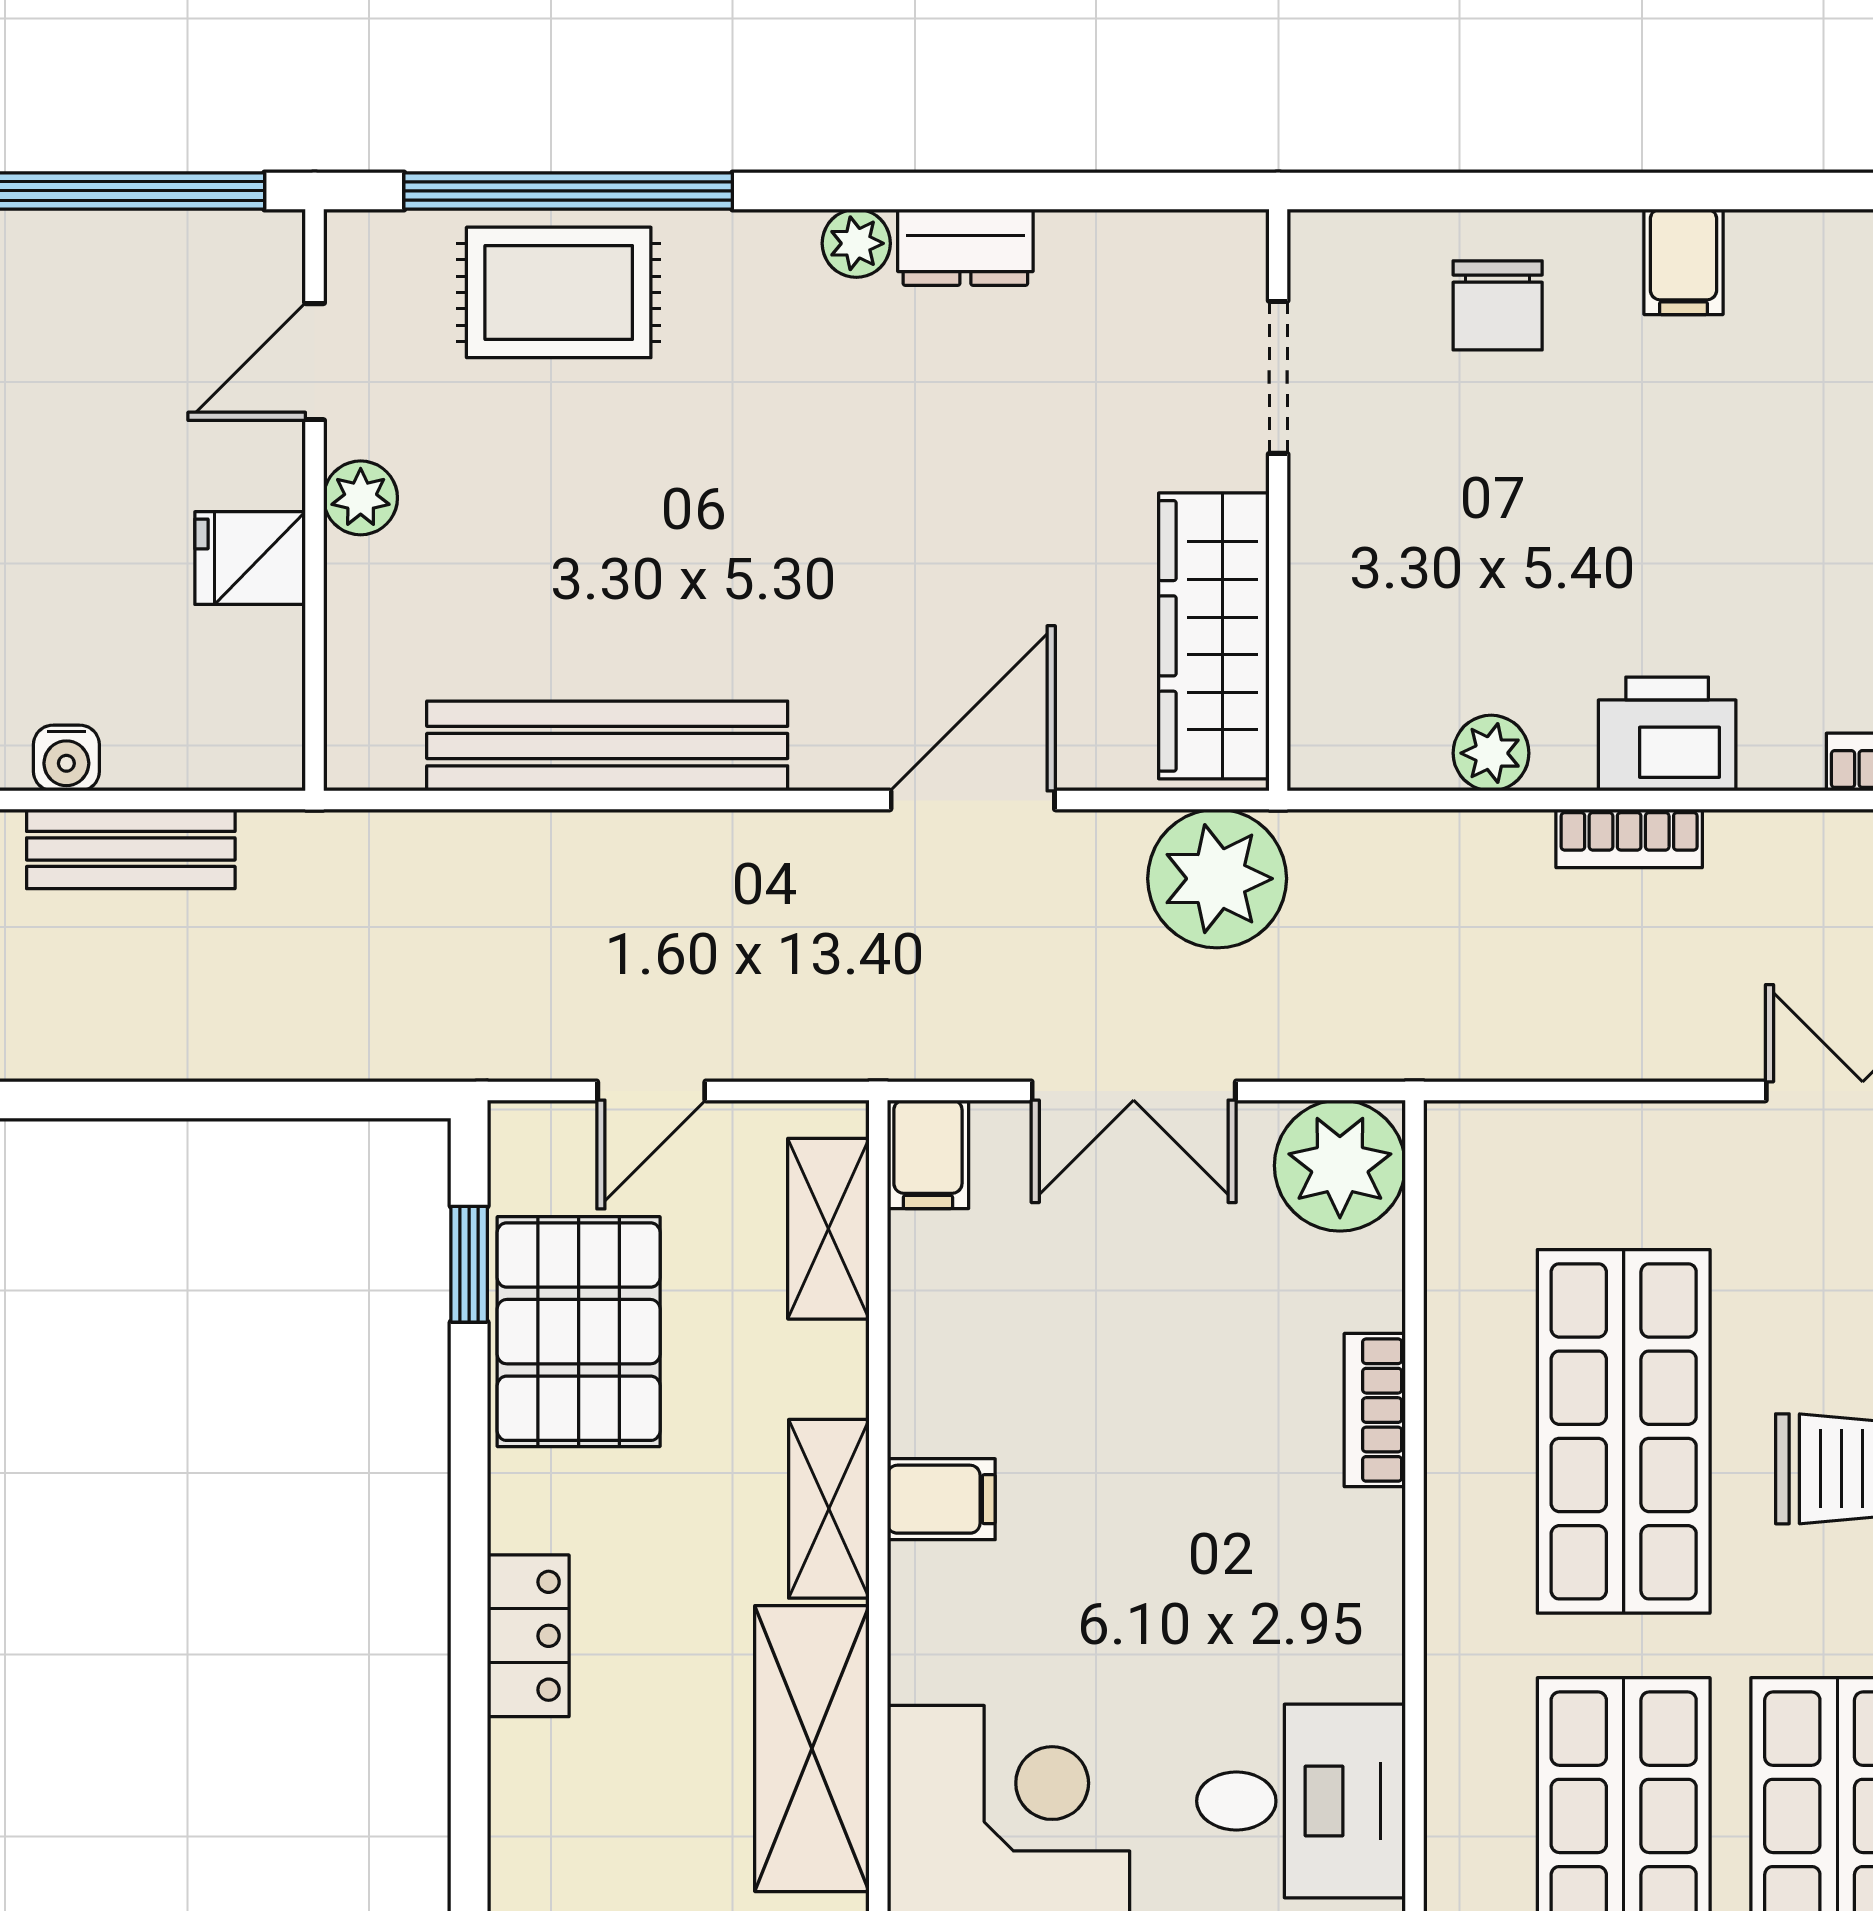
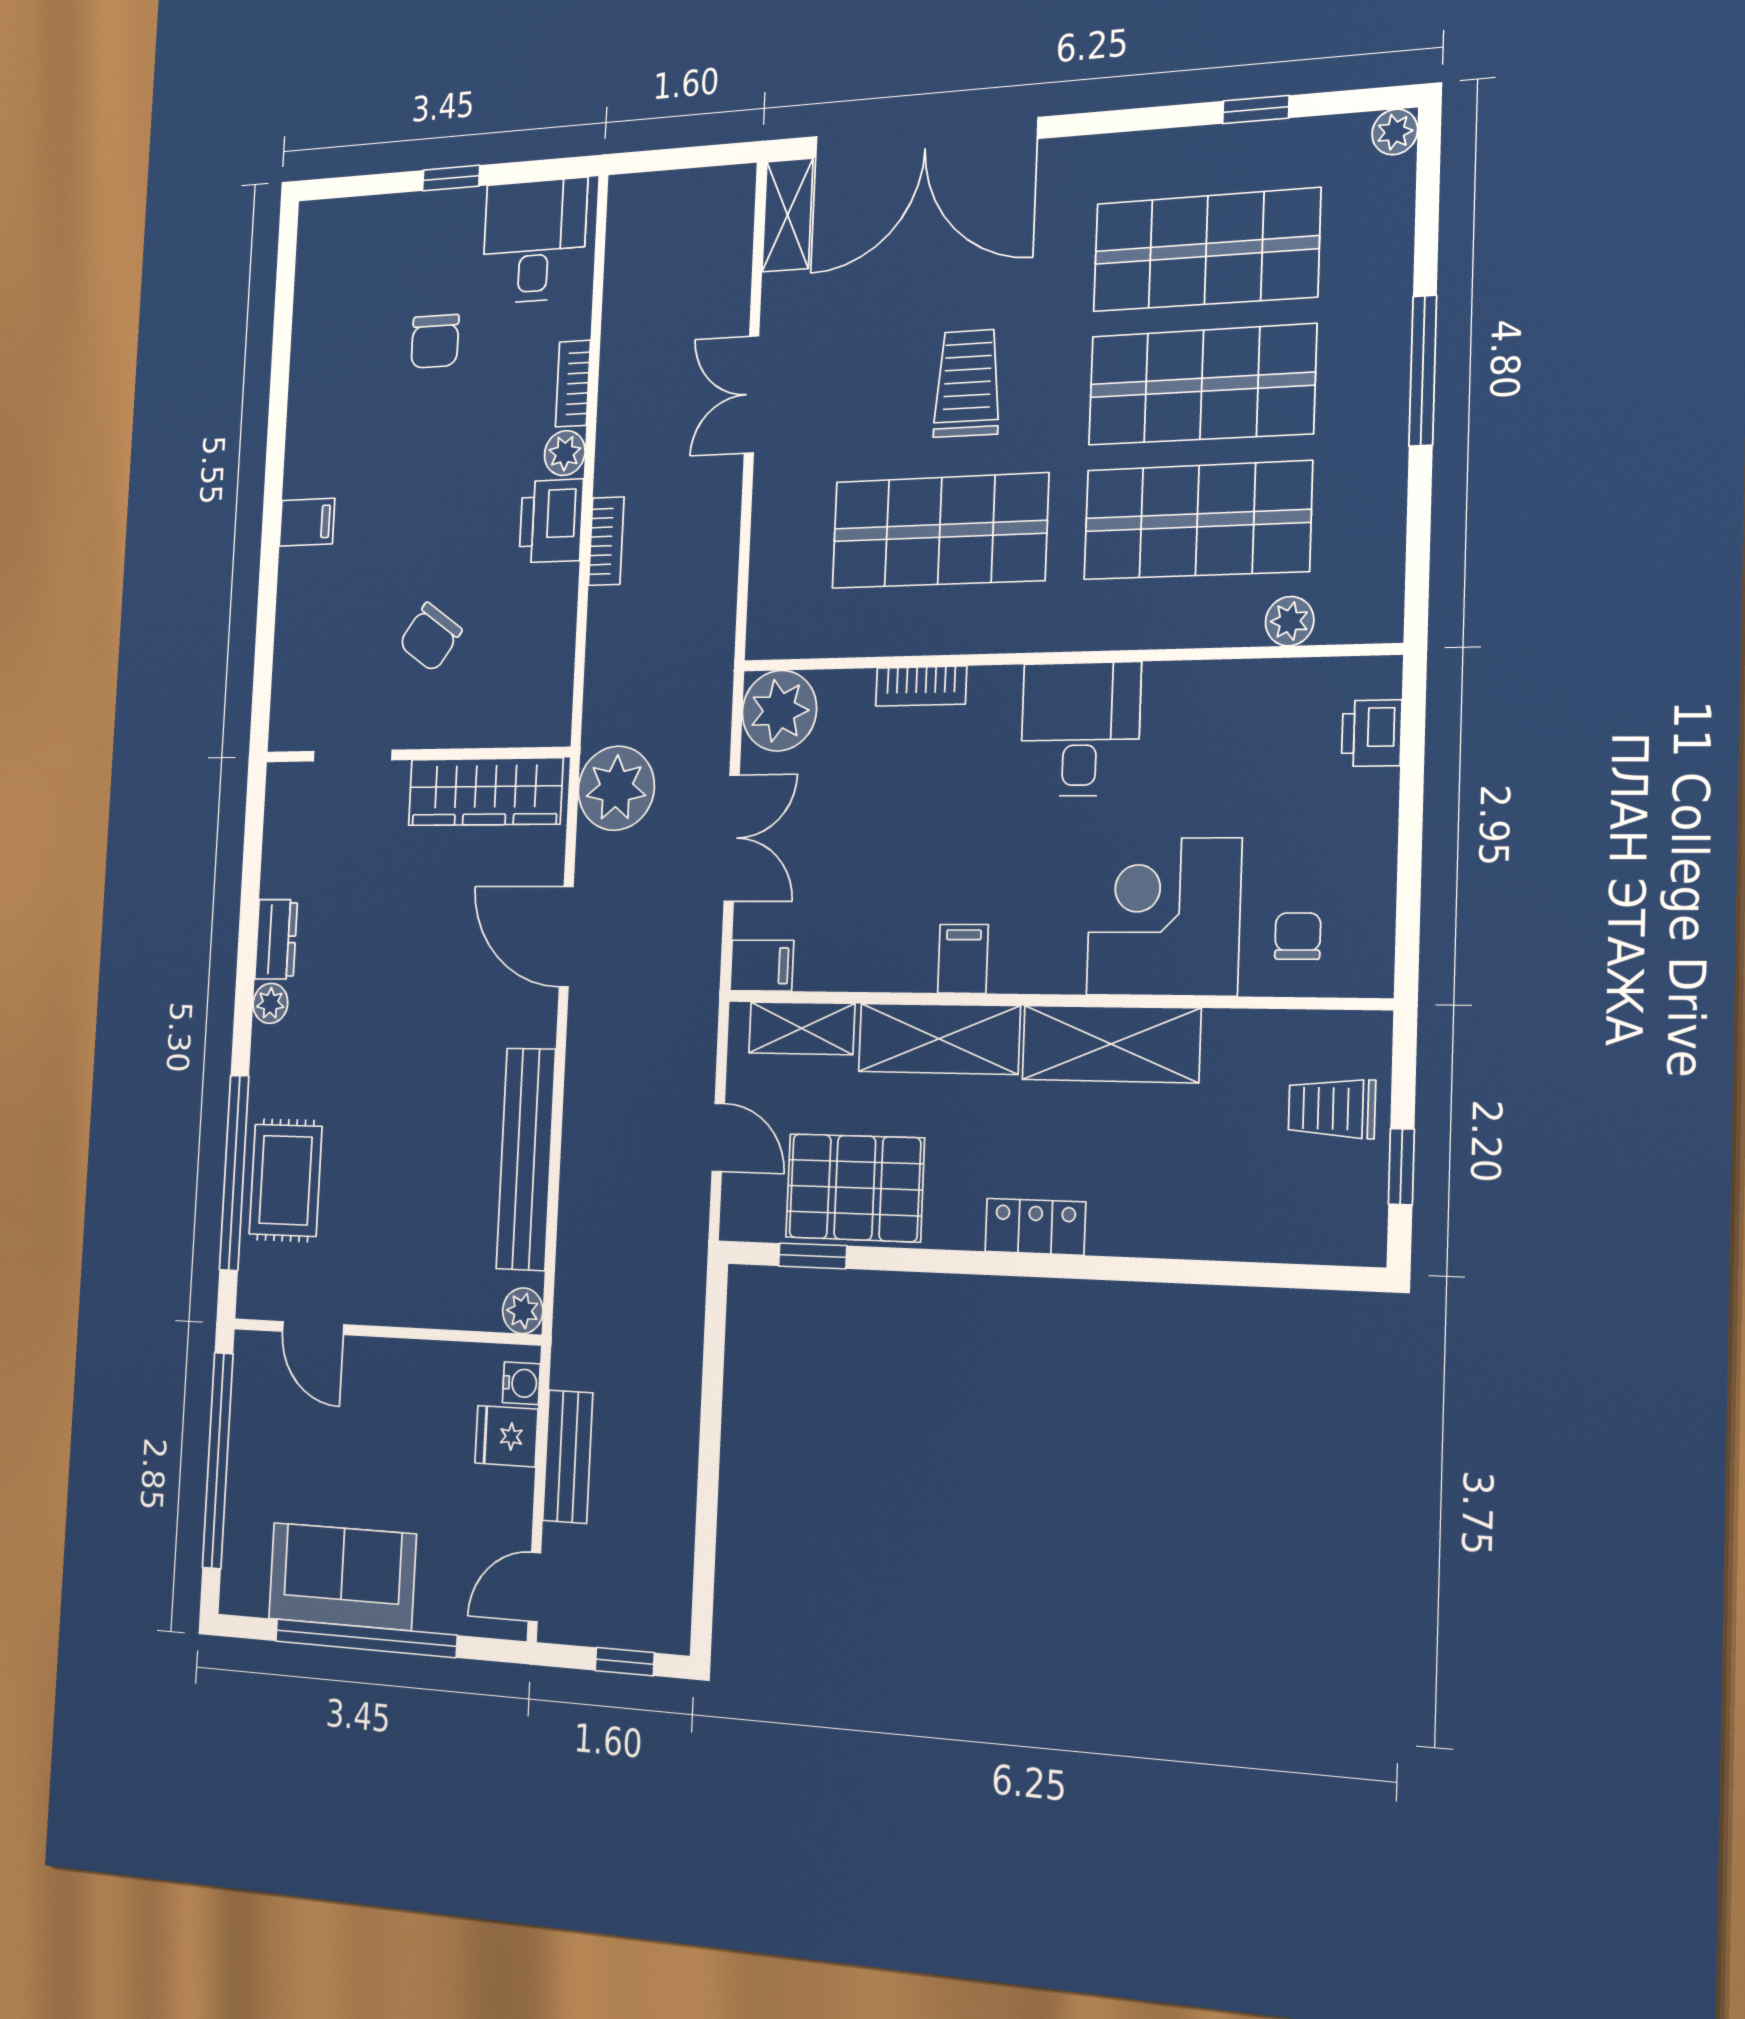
chair: (1498, 305) -> (430, 637), moved, turned 125
plant: (361, 498) -> (523, 1311), moved
fridge: (250, 558) -> (506, 1436), moved, turned 90
plant: (1491, 753) -> (565, 453), moved
water cooler: (66, 758) -> (521, 1383), moved
shelving: (829, 1509) -> (939, 1039), width x1.50, depth x1.33
desk: (1301, 1801) -> (1080, 729), moved

